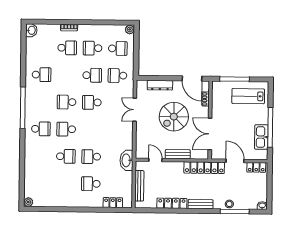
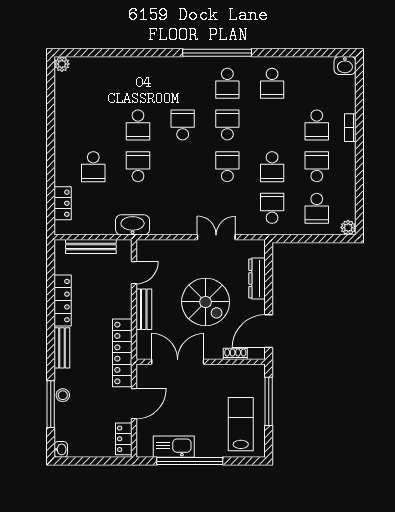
spiral stairs: (174, 117) -> (206, 302), turned 180
school desk: (41, 129) -> (227, 83), moved
school desk: (91, 184) -> (93, 167), turned 180

